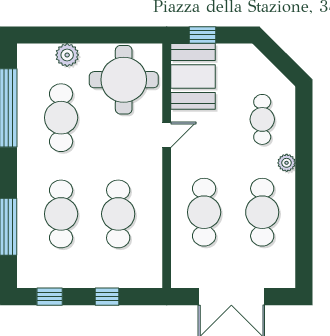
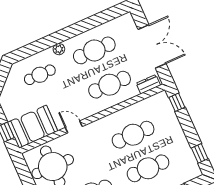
dresser: (180, 268) -> (148, 84), added
window: (107, 297) -> (177, 102), moved

